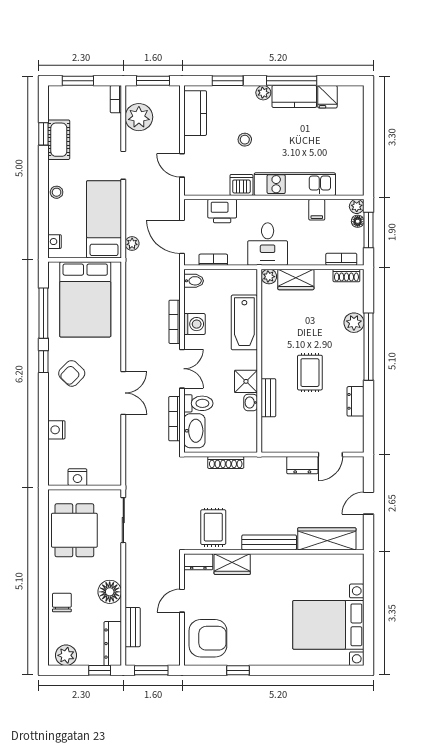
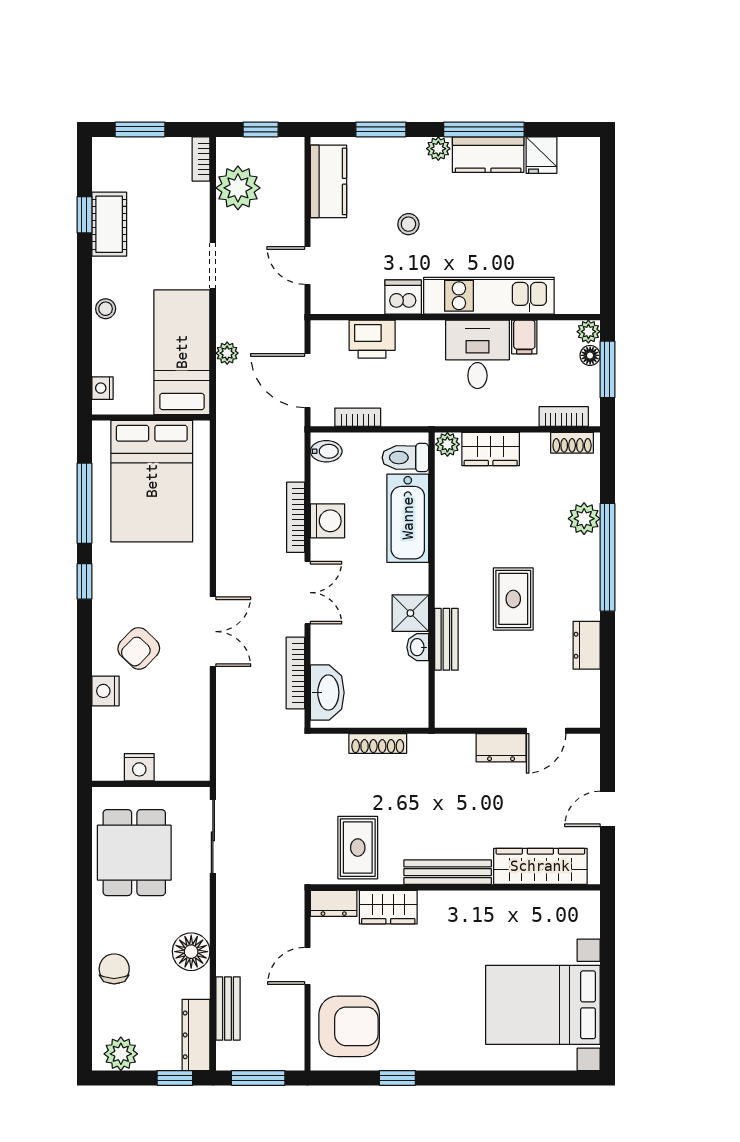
window: (153, 81) -> (261, 129), width x0.67
plant: (132, 244) -> (227, 353), moved
desk: (268, 244) -> (477, 354), moved, turned 180
armchair: (72, 373) -> (139, 648), moved
toilet: (198, 403) -> (405, 458), moved, turned 180

